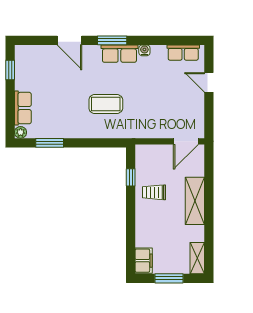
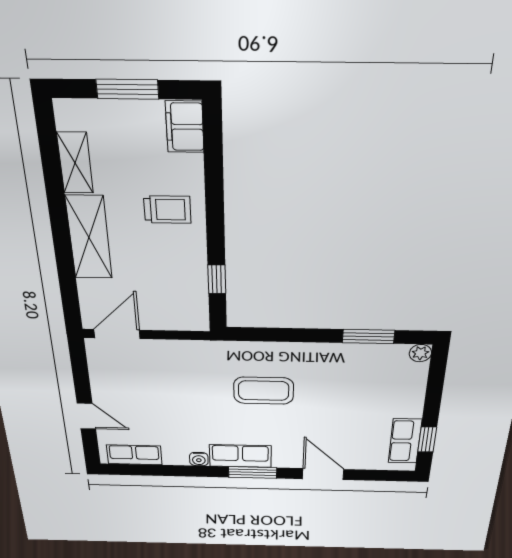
row of seats: (23, 108) -> (405, 441), moved
trolley: (154, 192) -> (167, 210), moved
shelving: (197, 258) -> (75, 163), moved

